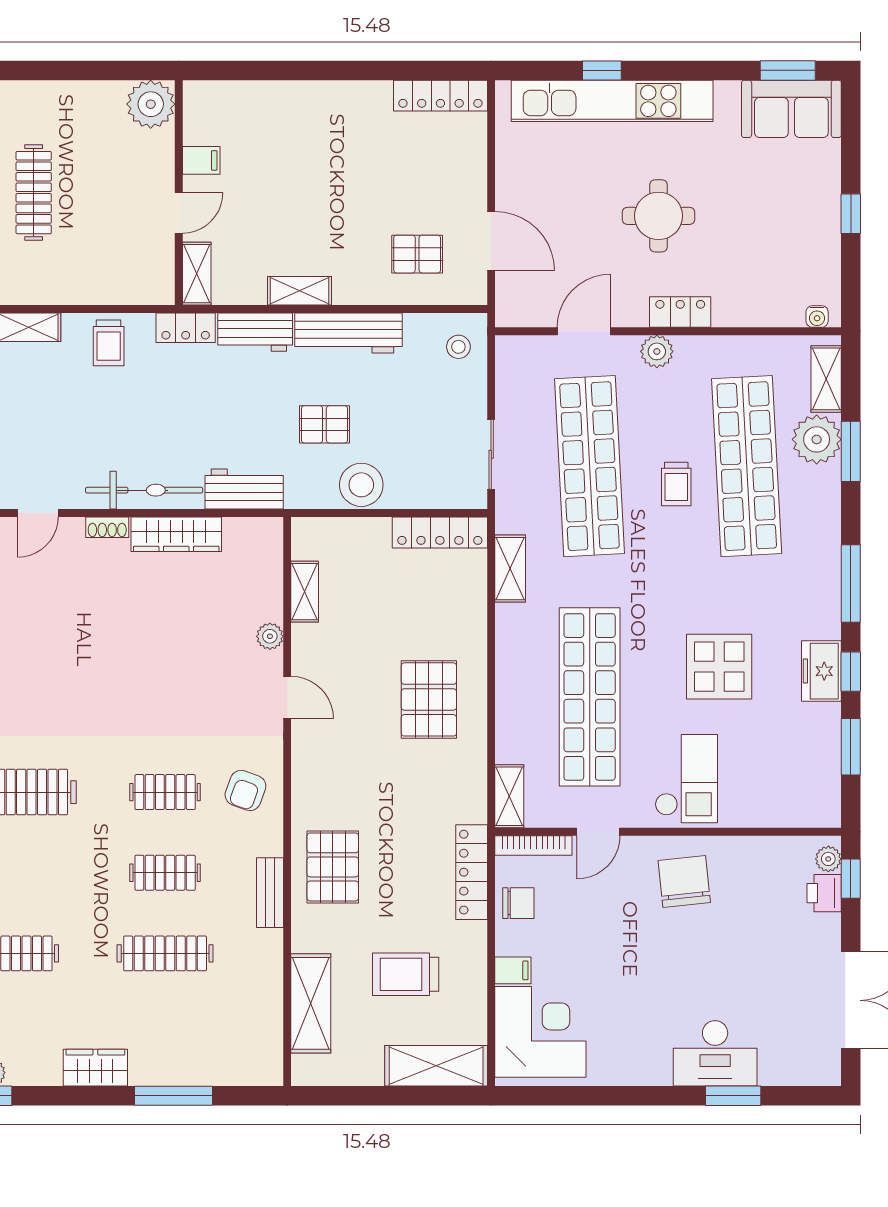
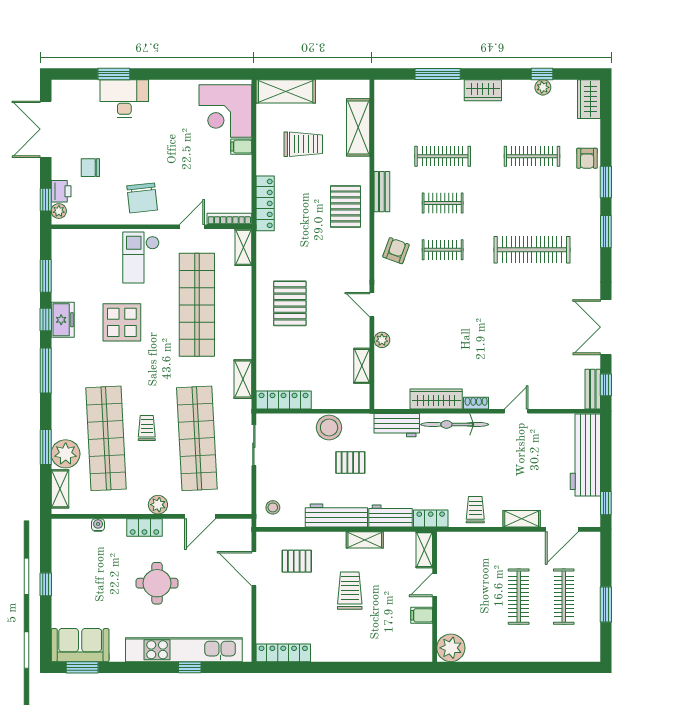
trolley: (325, 203) -> (350, 591), added
water cooler: (817, 316) -> (98, 525), moved
chair: (518, 903) -> (90, 168), moved

